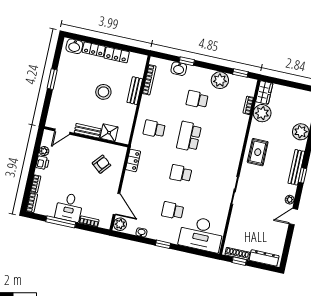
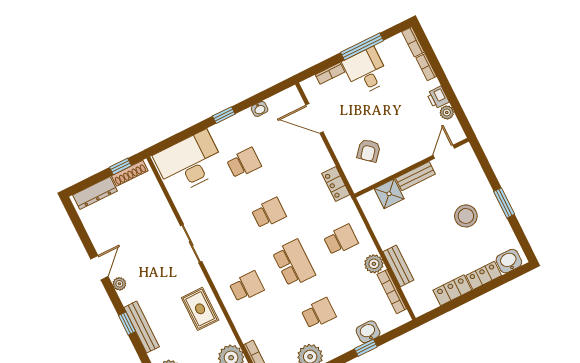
stool: (103, 92) -> (466, 216), moved
school desk: (224, 144) -> (247, 287), added
plant: (120, 224) -> (374, 264), moved

